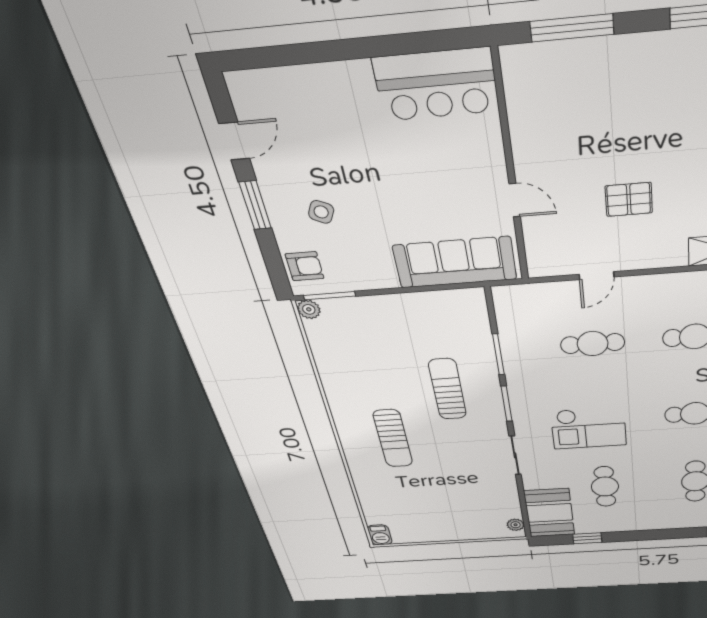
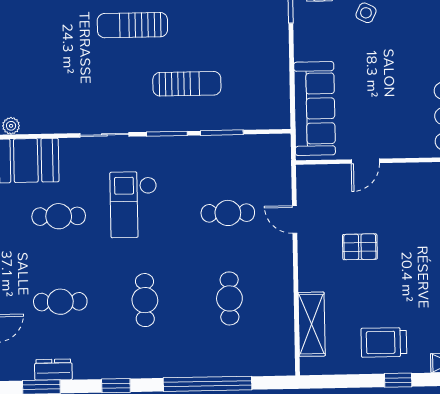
pallet: (629, 199) -> (360, 247), turned 90
cafe table: (593, 344) -> (228, 213), turned 90

